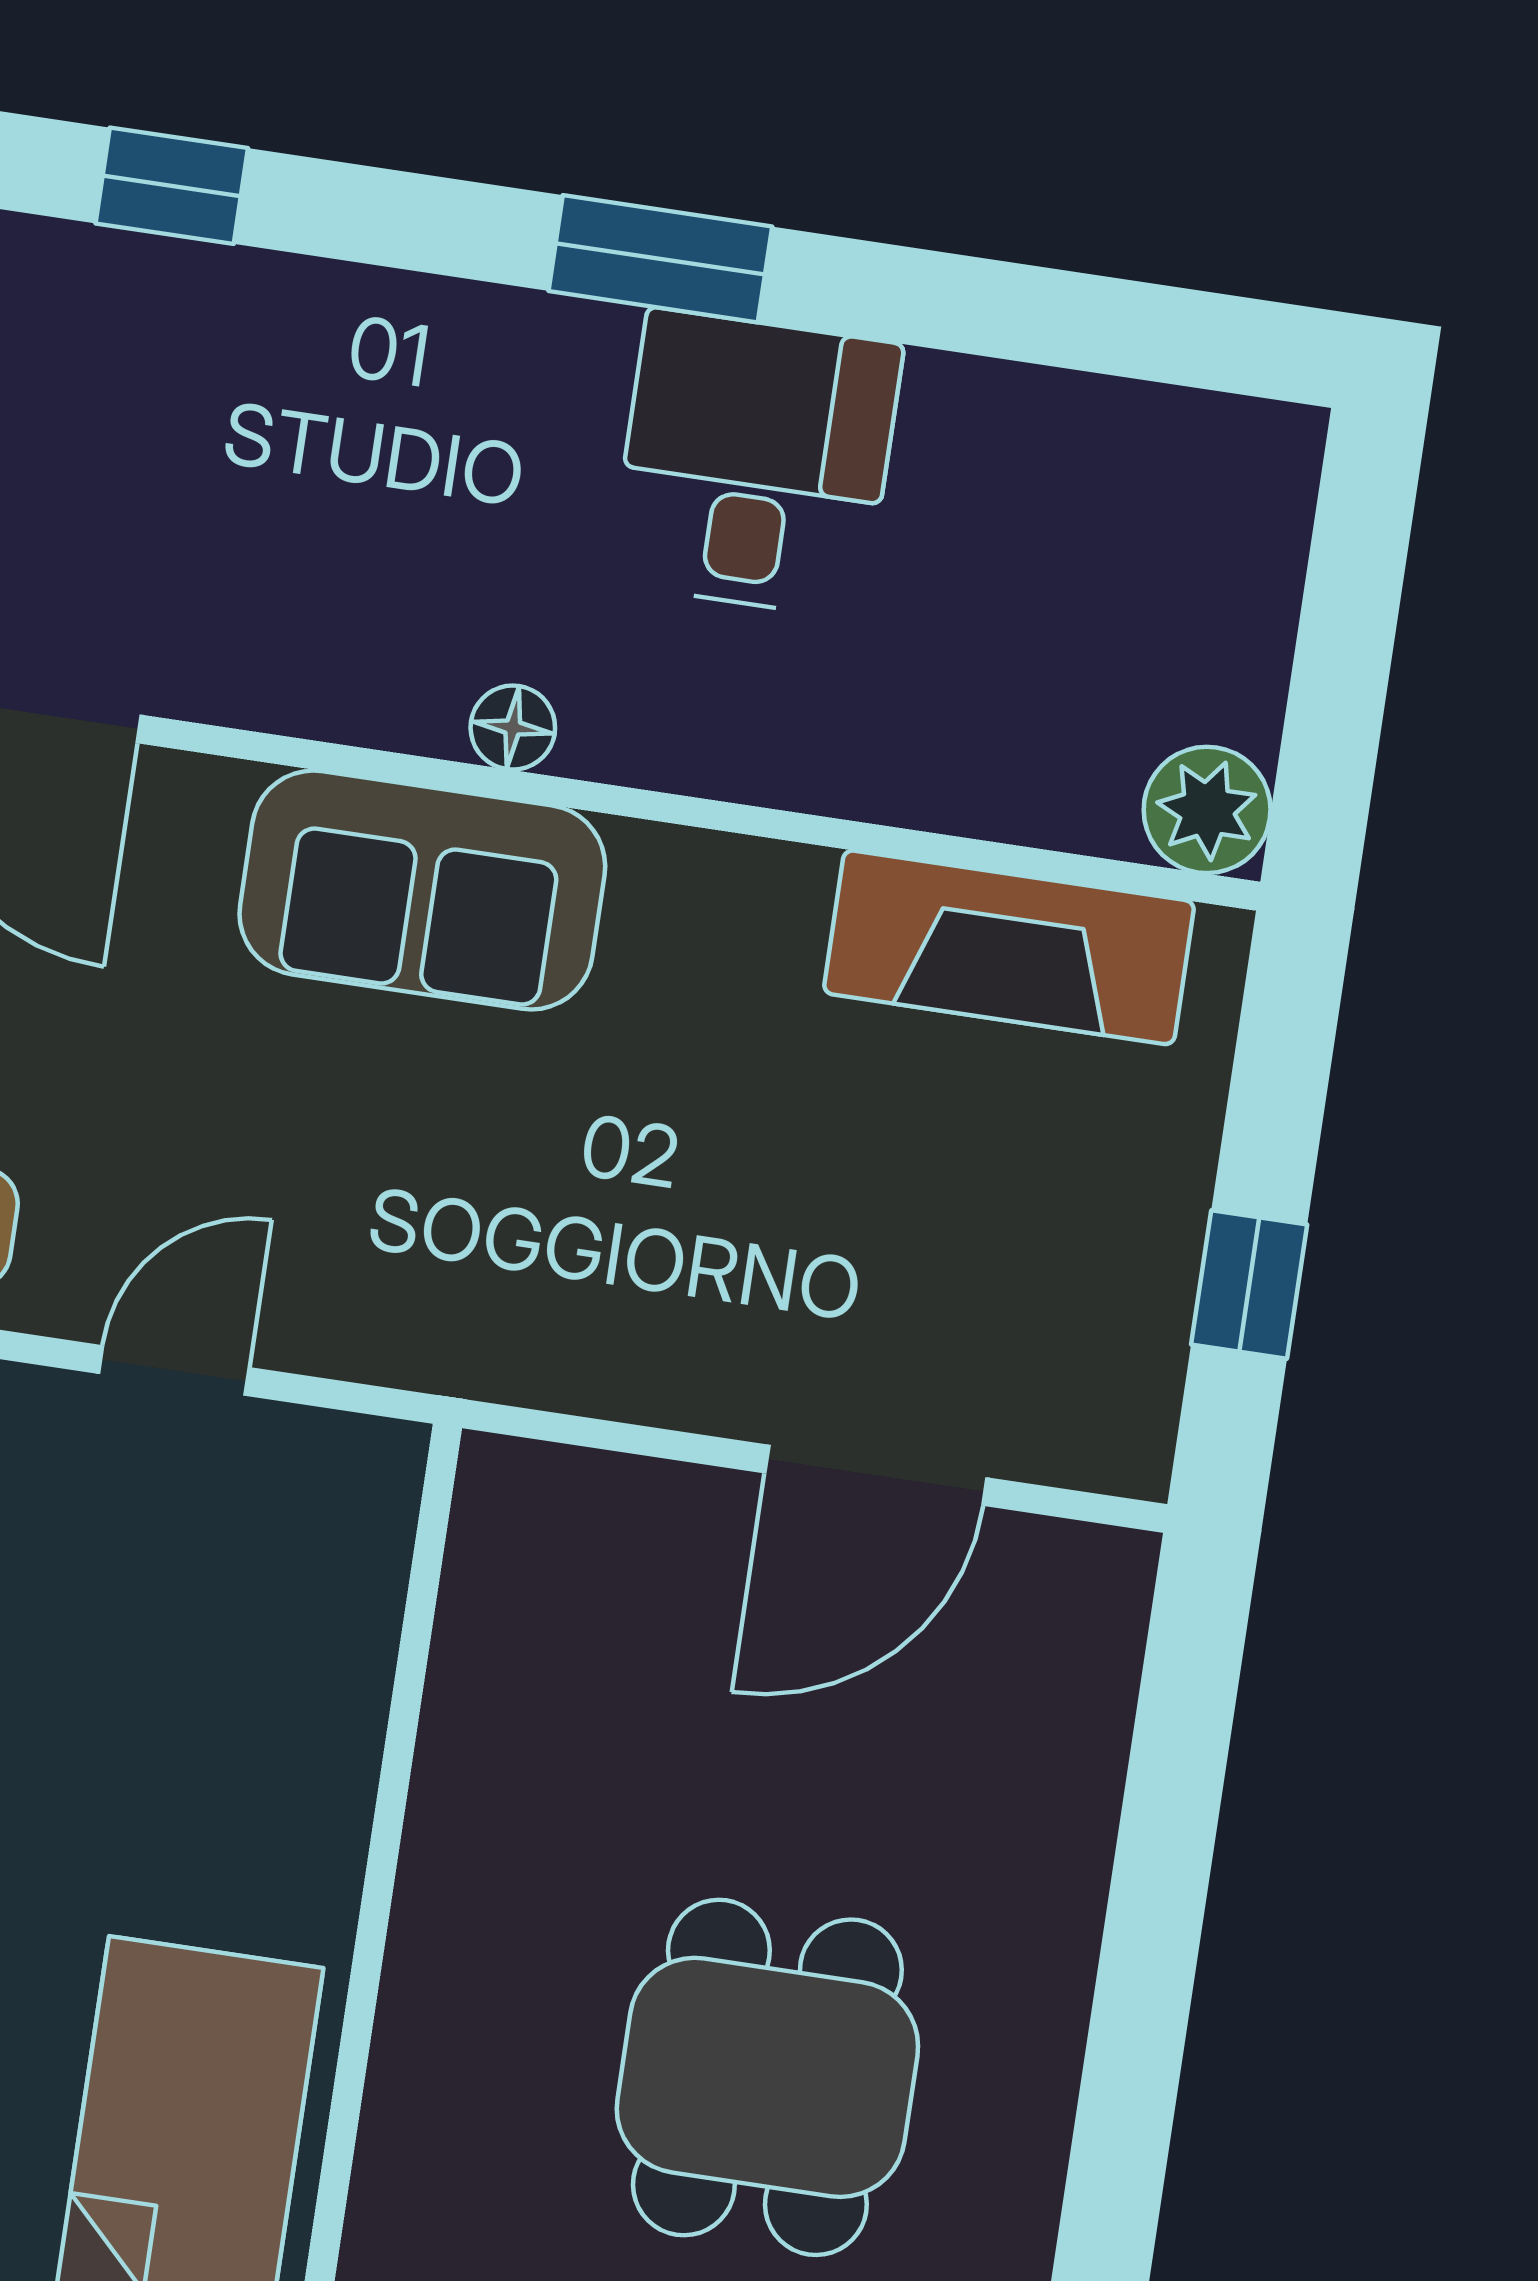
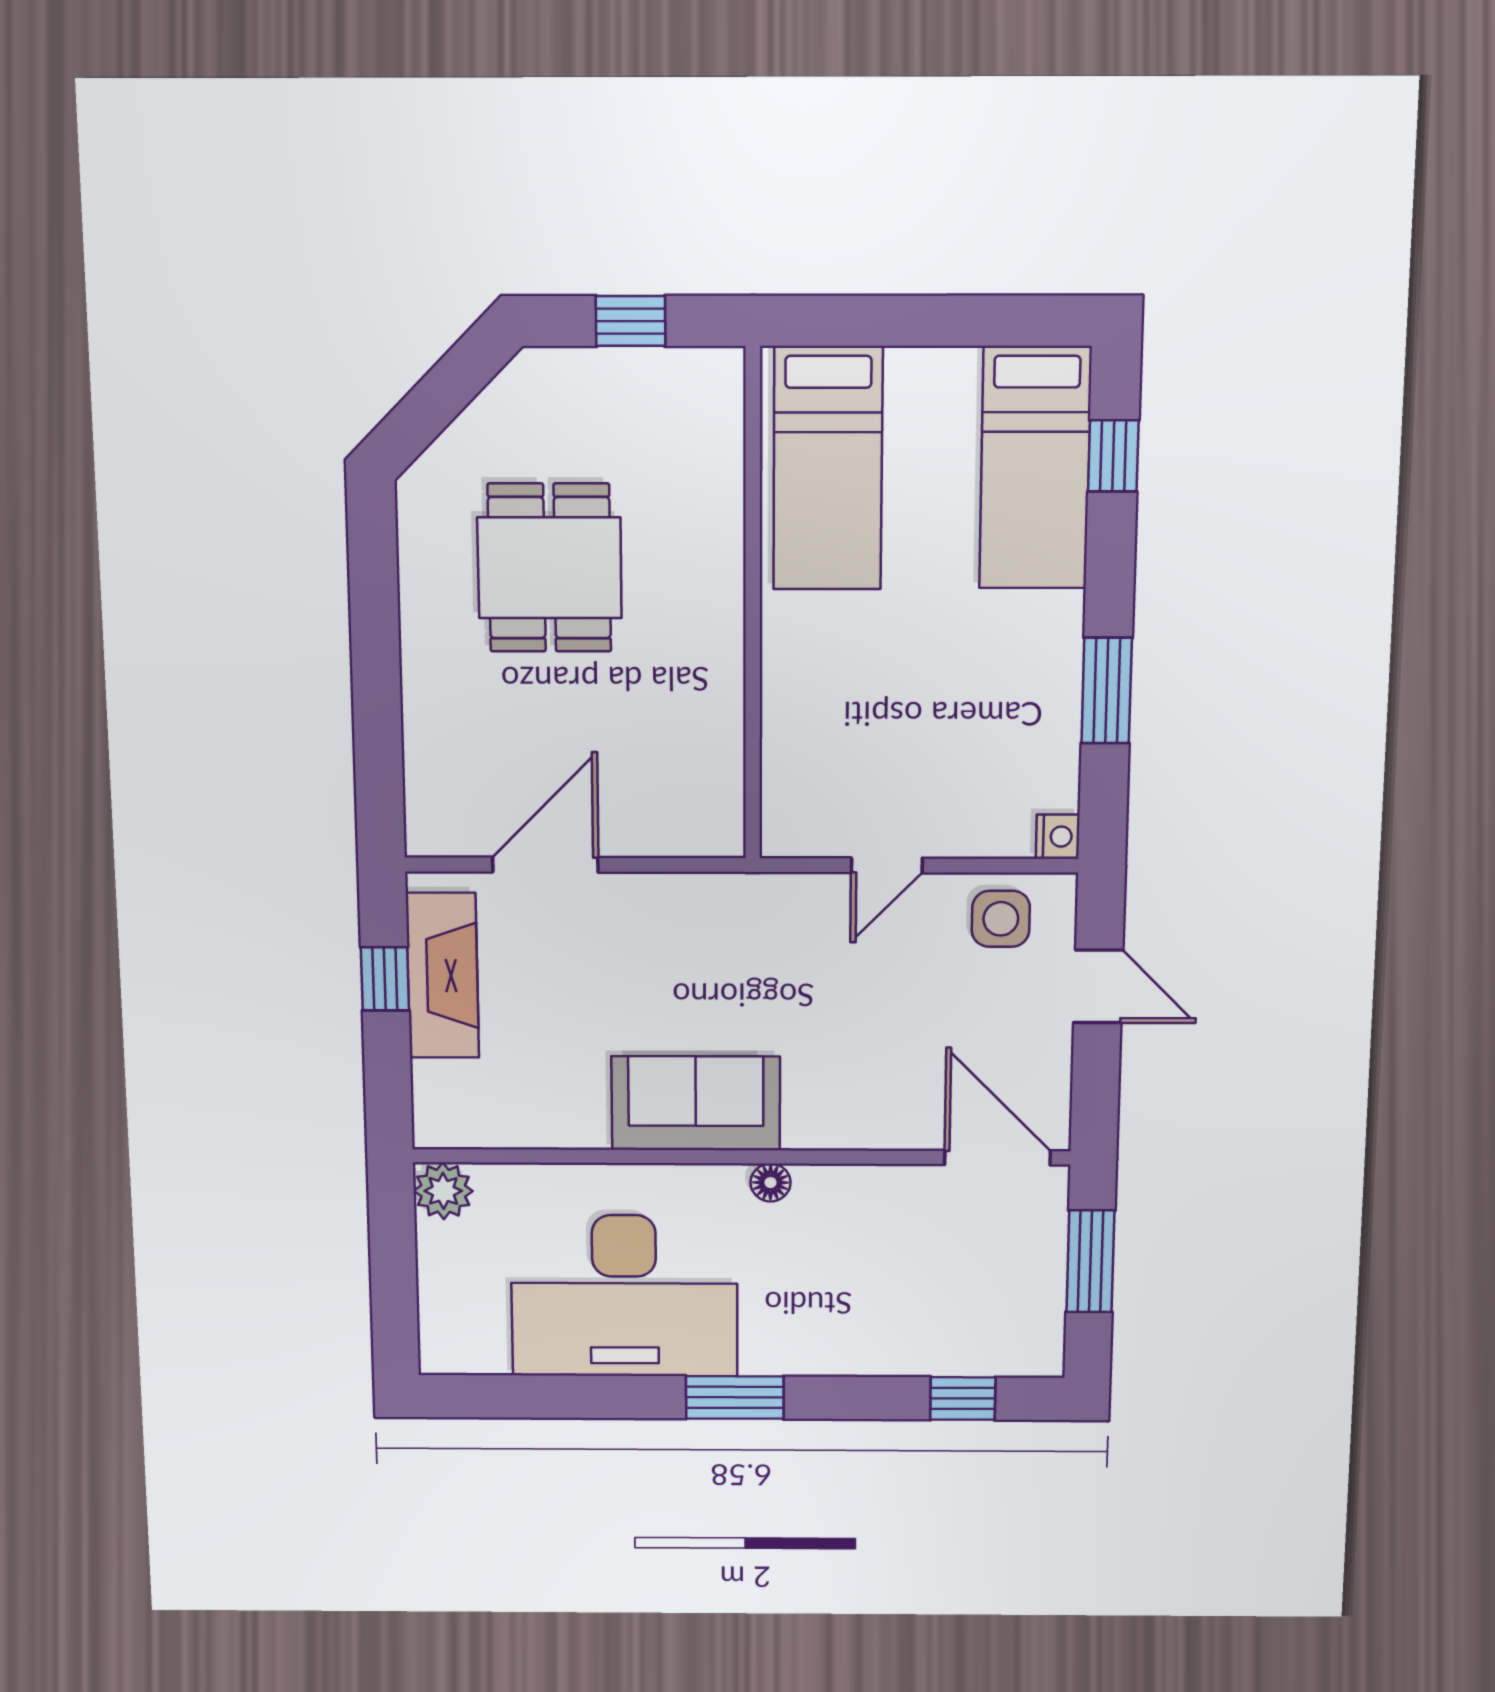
desk: (755, 463) -> (624, 1296), width x1.87, depth x1.30
sofa: (422, 890) -> (696, 1103), moved
fireplace: (1009, 947) -> (442, 976), moved, turned 90

